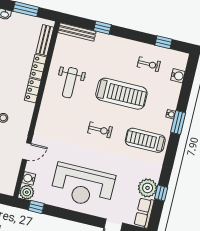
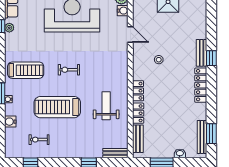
bench: (77, 32) -> (115, 153), width x0.73
water cooler: (178, 76) -> (10, 122), moved
door: (27, 151) -> (130, 34), swing flipped
plant: (148, 188) -> (9, 28), width x0.53, depth x0.53

